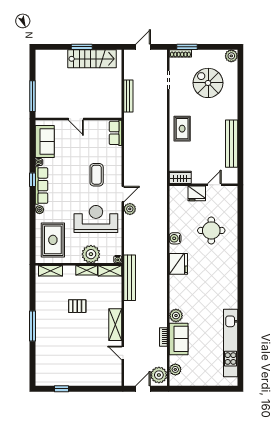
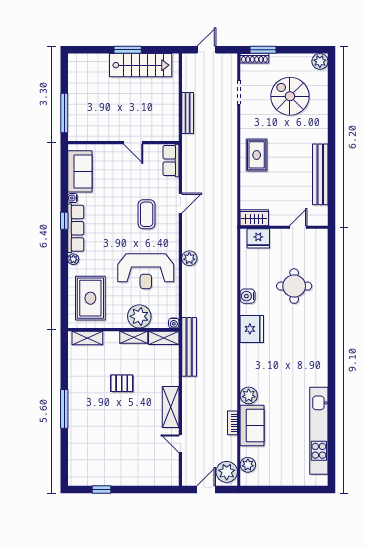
door: (76, 119) -> (133, 143), moved
fridge: (197, 193) -> (258, 238), moved
door: (123, 194) -> (180, 203), moved
reception desk: (96, 219) -> (146, 271), turned 180

